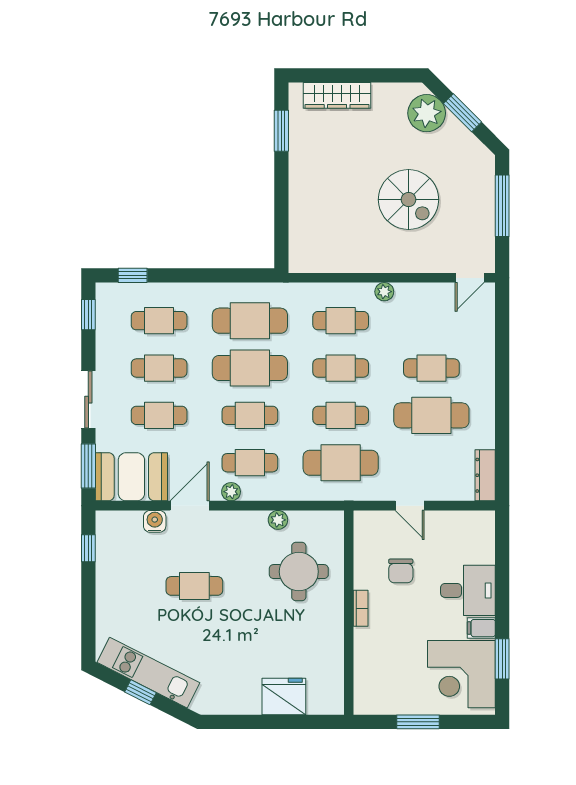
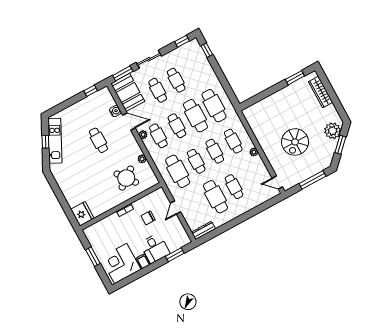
cafe table: (159, 321) -> (195, 70), removed
round table: (299, 572) -> (126, 178), turned -37
window: (502, 659) -> (175, 255), moved
fridge: (284, 696) -> (82, 214), moved

